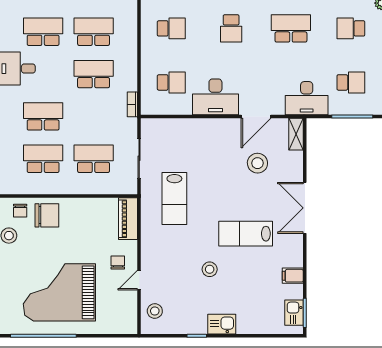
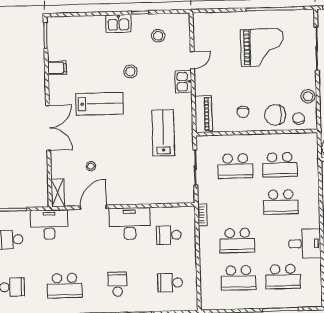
stool: (257, 163) -> (91, 166), width x0.53, depth x0.53
chair: (118, 262) -> (243, 112), moved
grand piano: (59, 292) -> (262, 47), width x0.73, depth x0.68
stool: (155, 311) -> (158, 36), moved
kitchen sink: (294, 313) -> (183, 82), moved, turned 180

